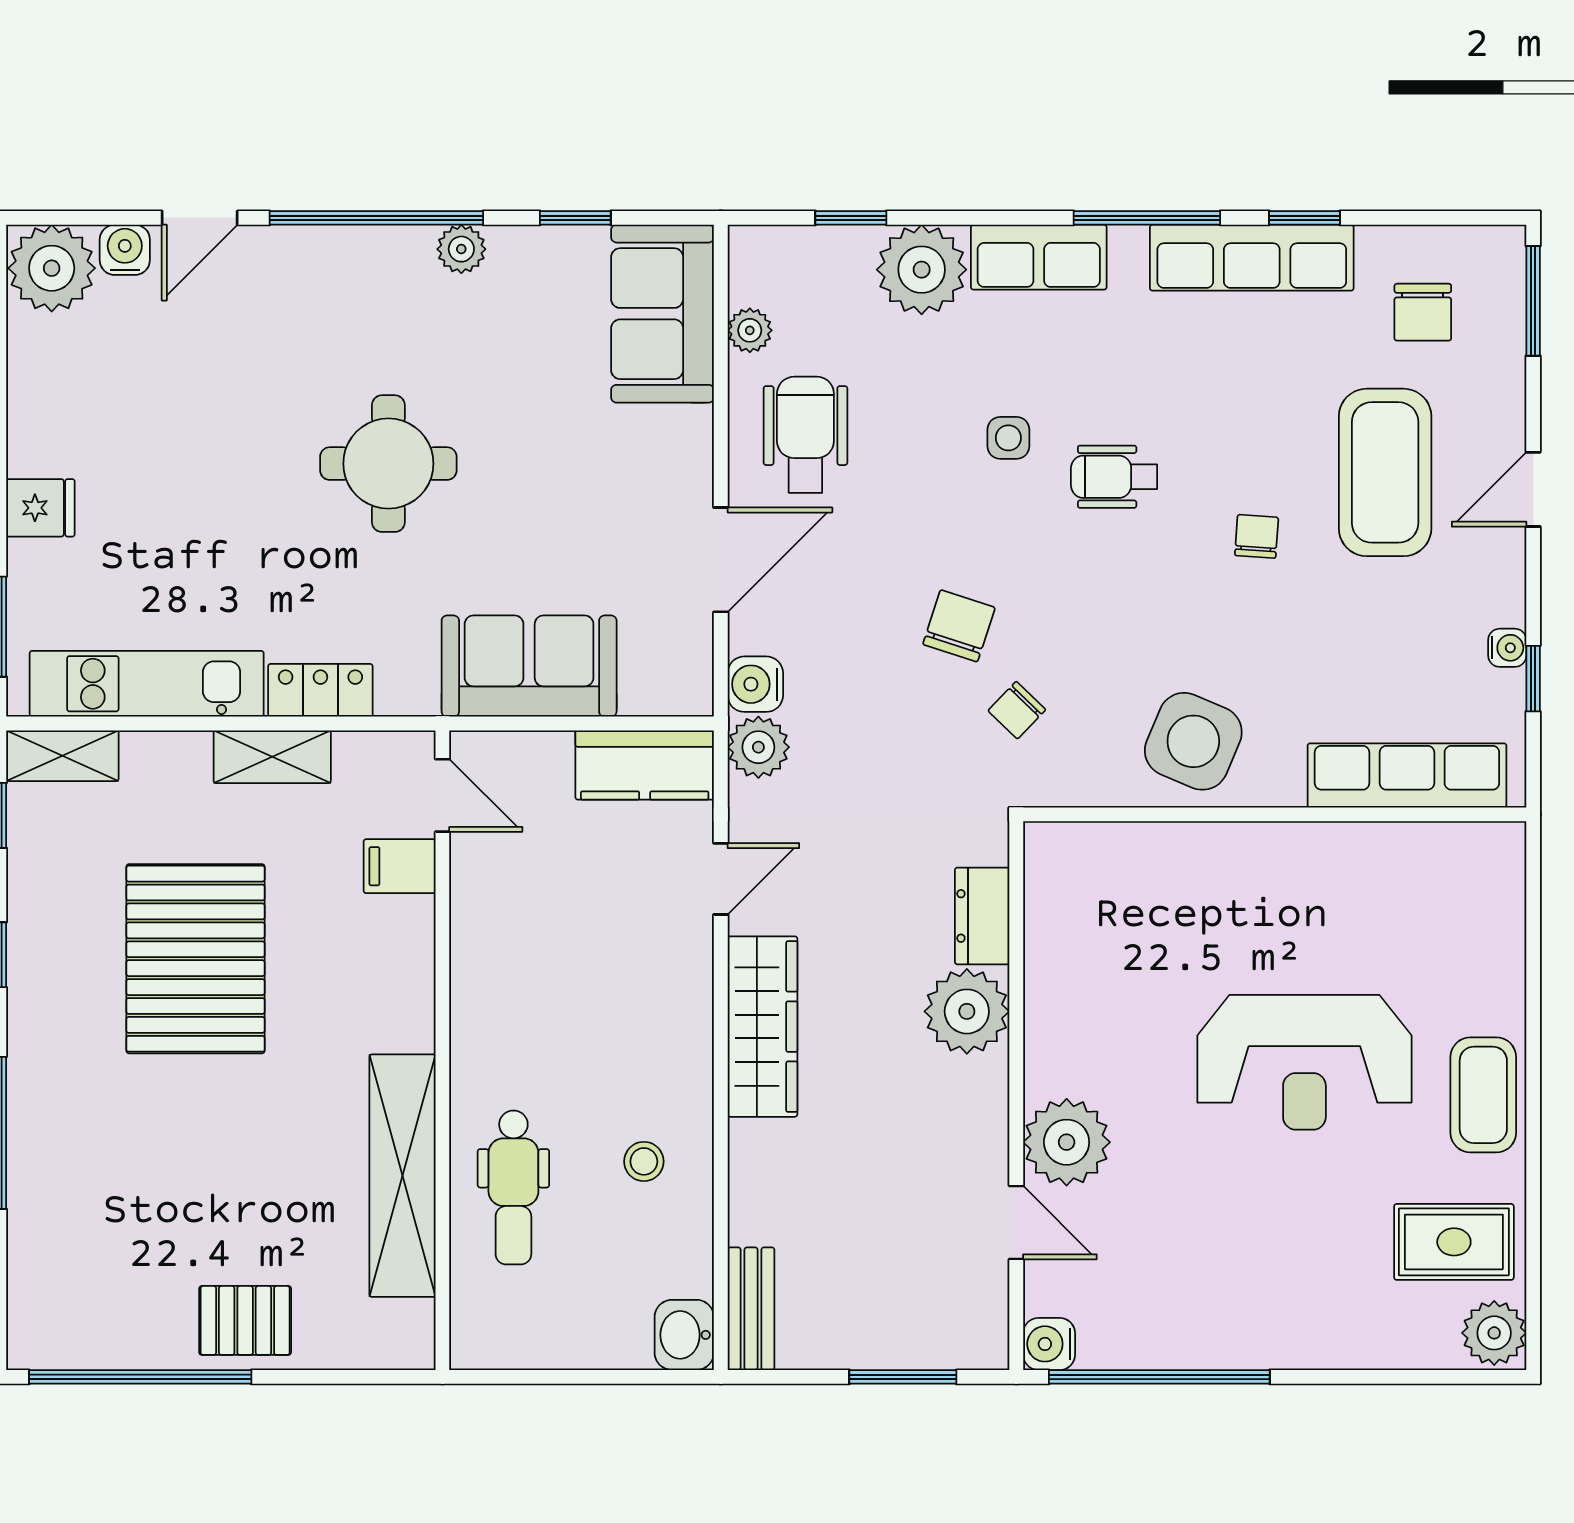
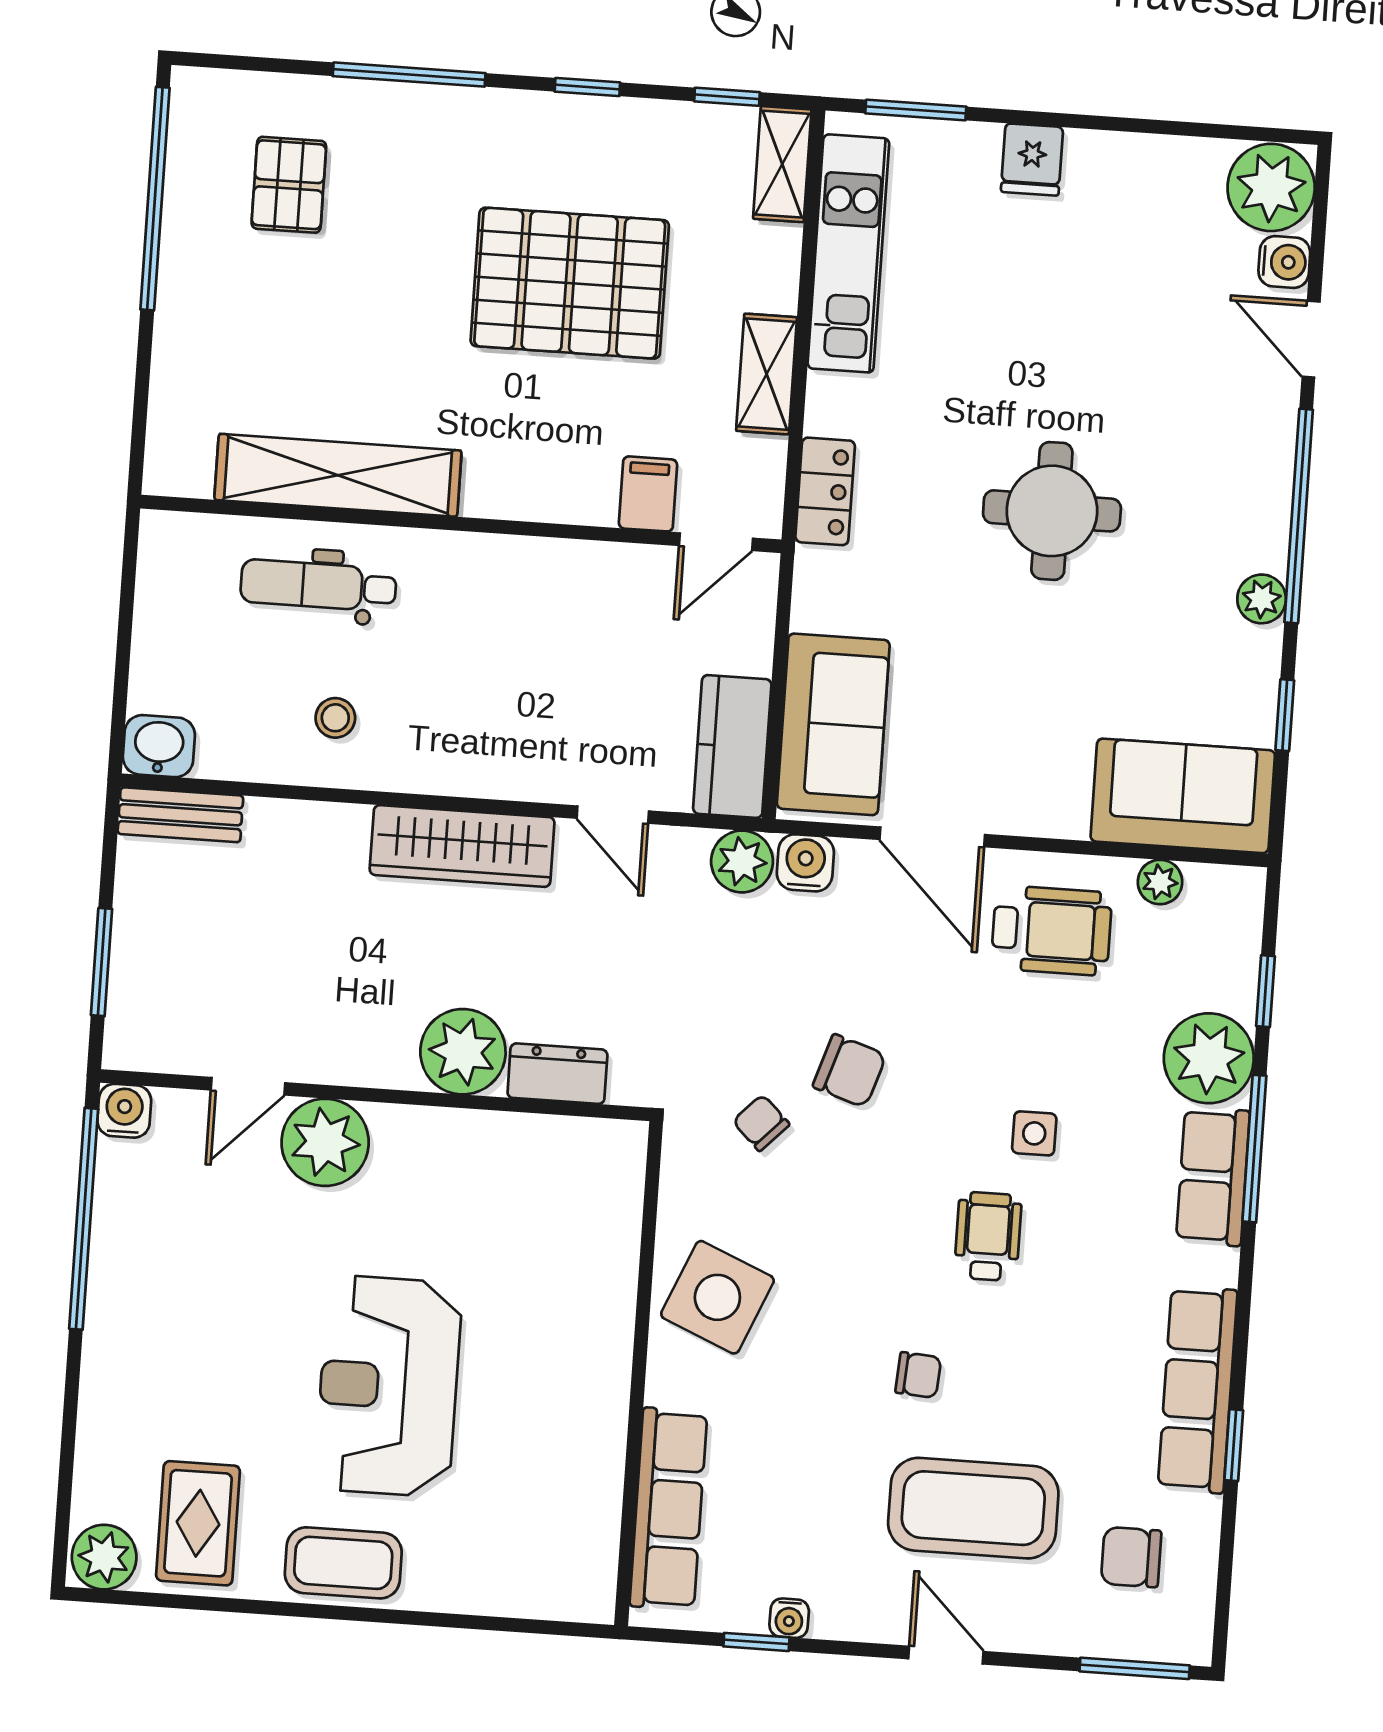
window: (1147, 218) -> (1254, 1149), moved
sofa: (529, 666) -> (833, 724), moved
locker: (320, 690) -> (825, 491), moved
pallet: (245, 1320) -> (289, 185), moved

